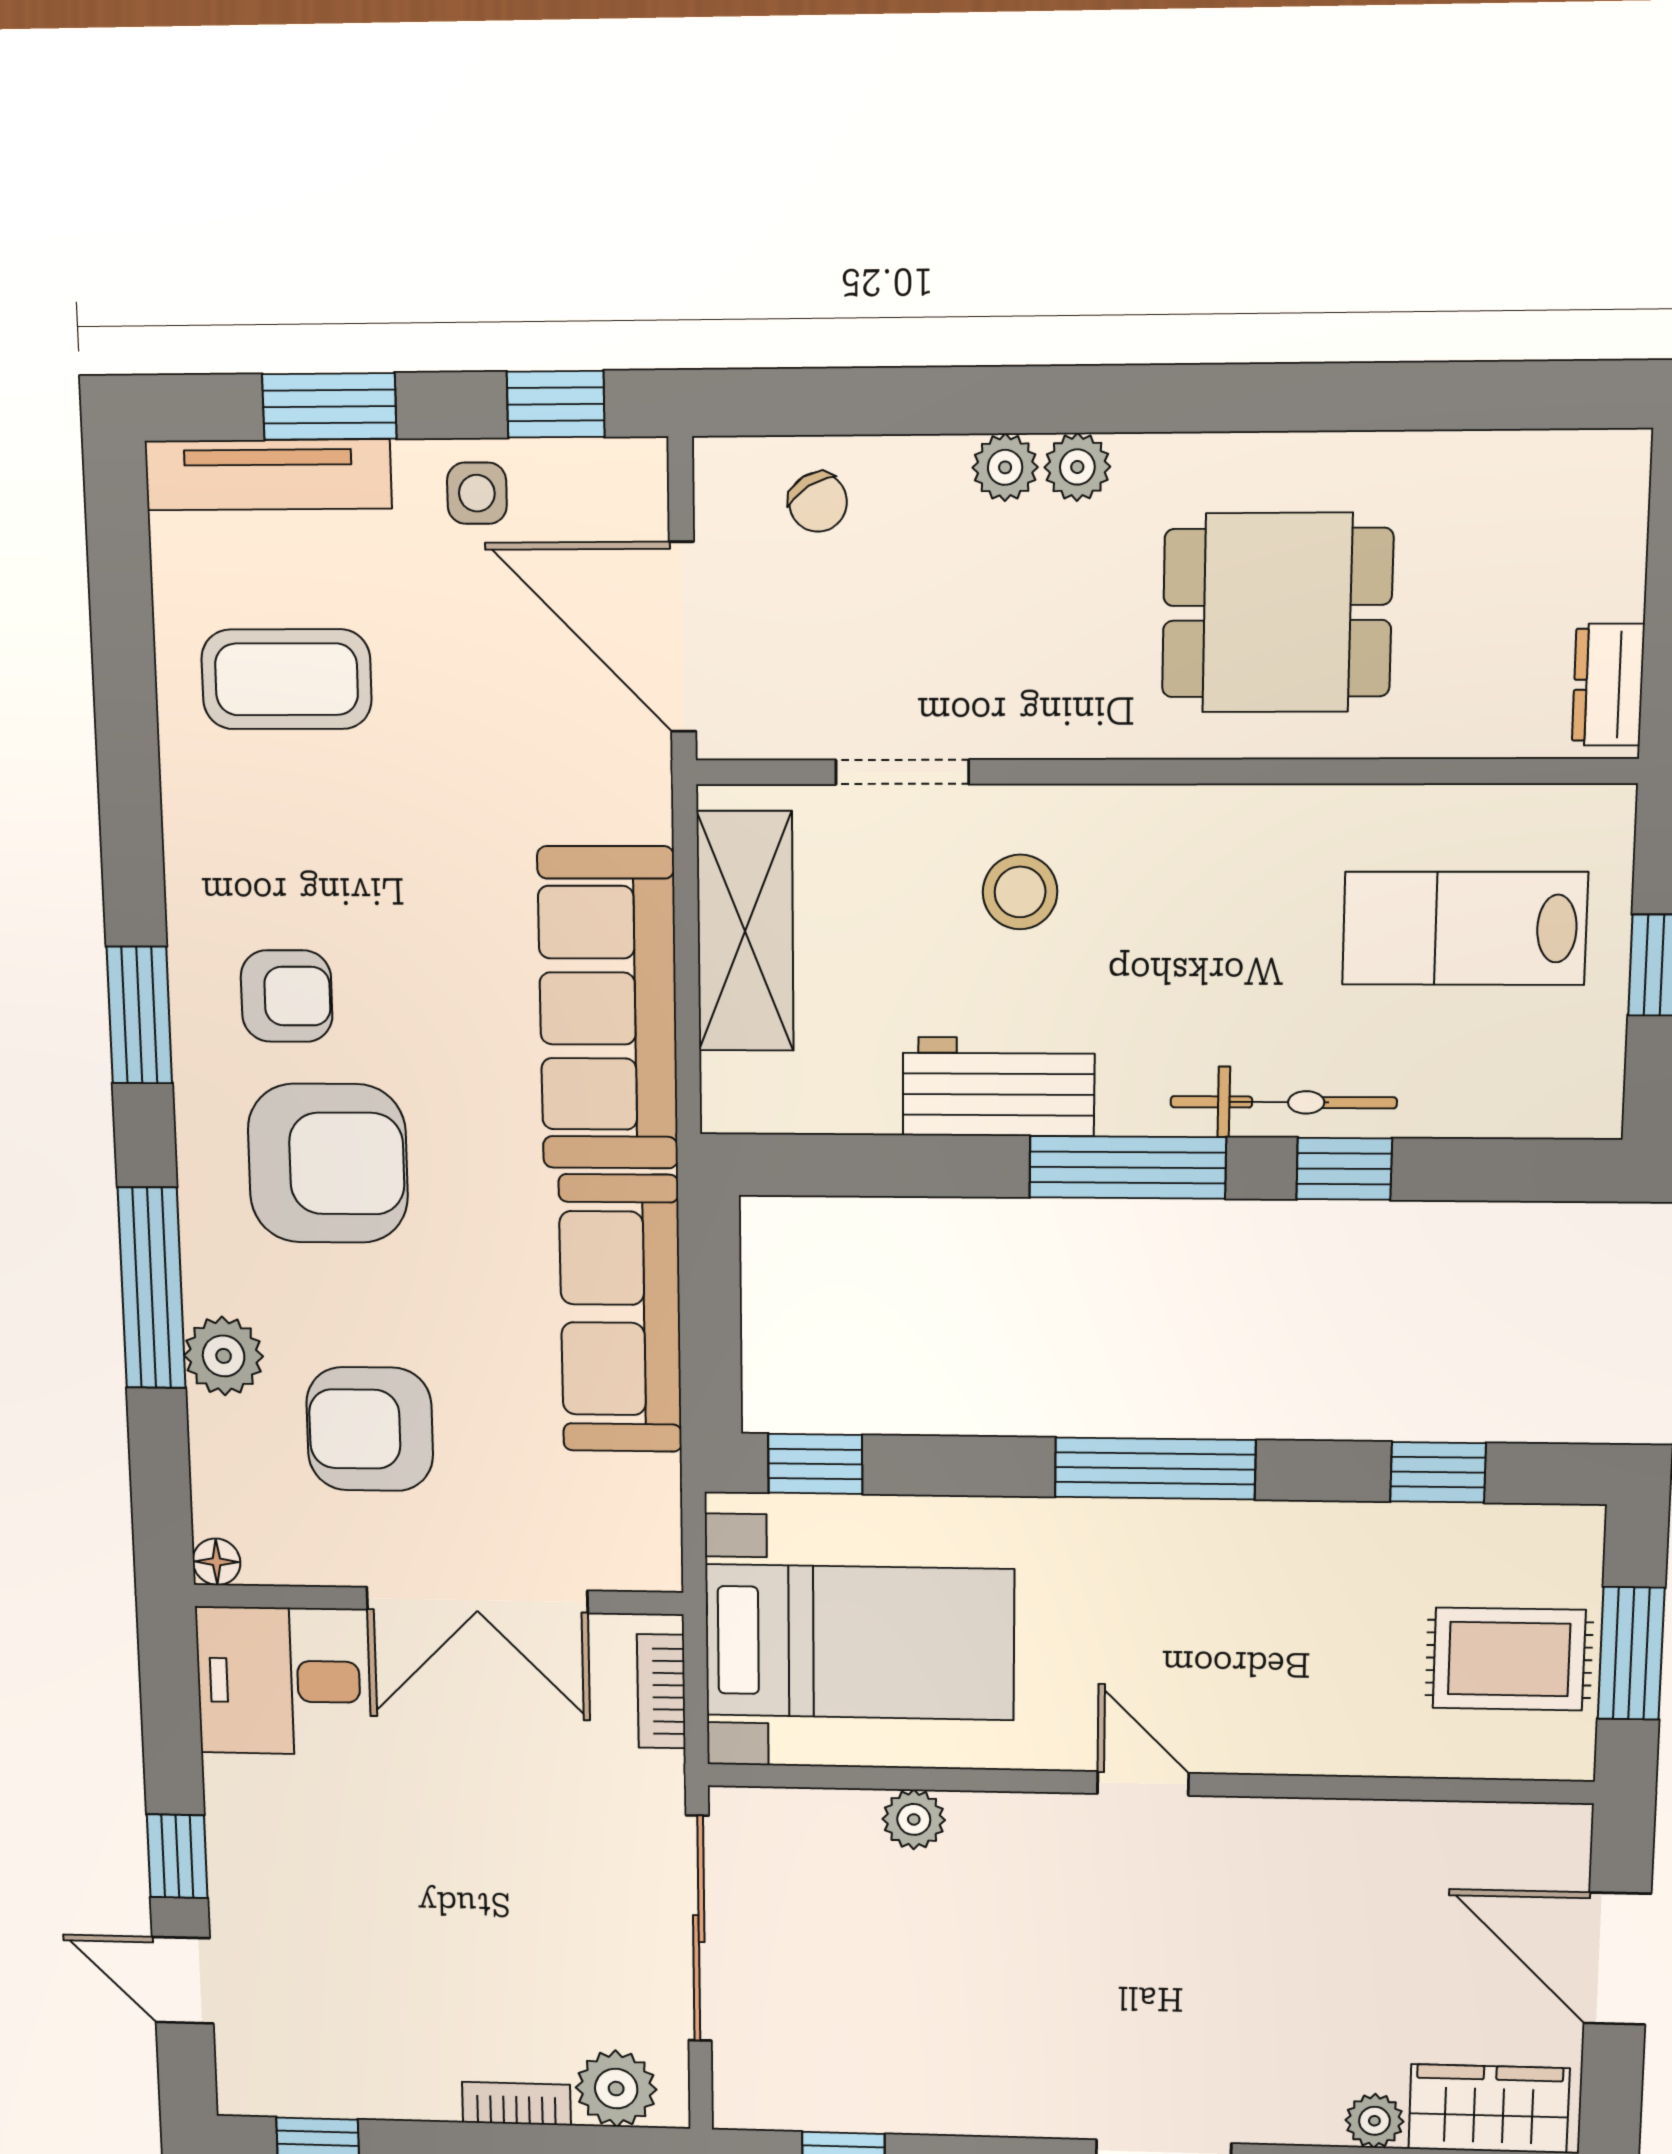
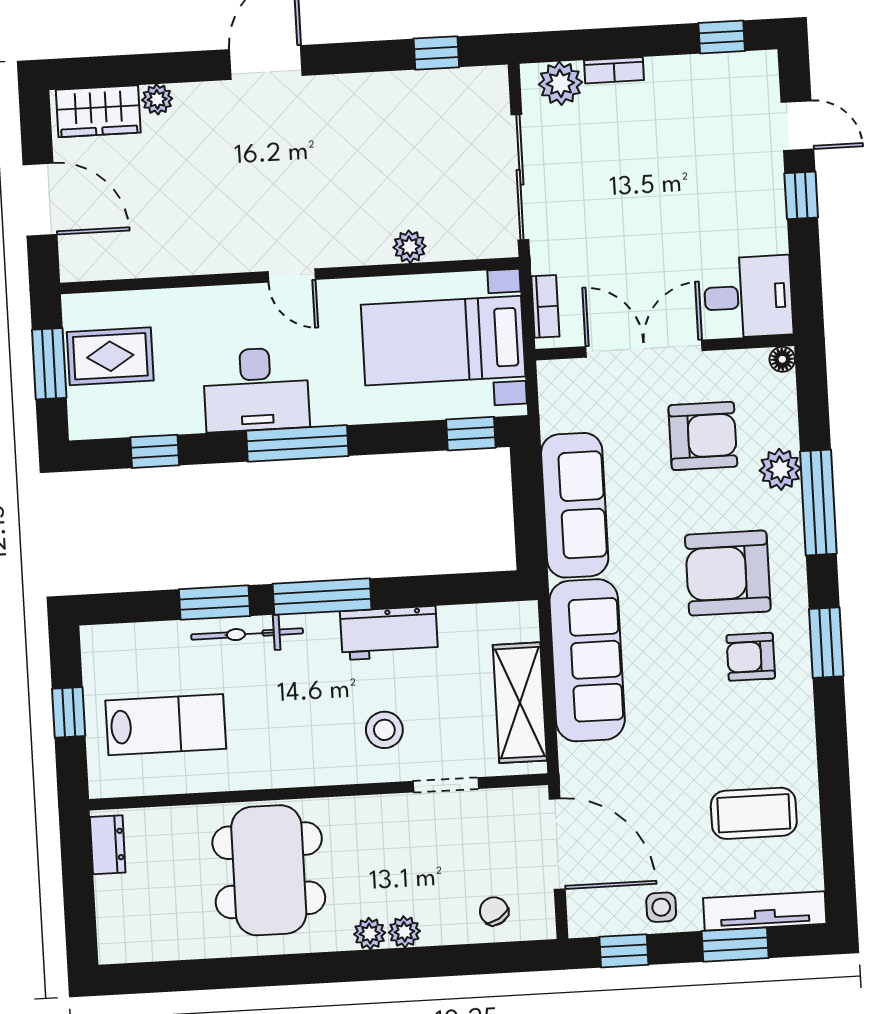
dining table: (1277, 613) -> (269, 870), width x1.38
window: (1344, 1169) -> (215, 603), width x1.50
desk: (1228, 1576) -> (256, 389), added

